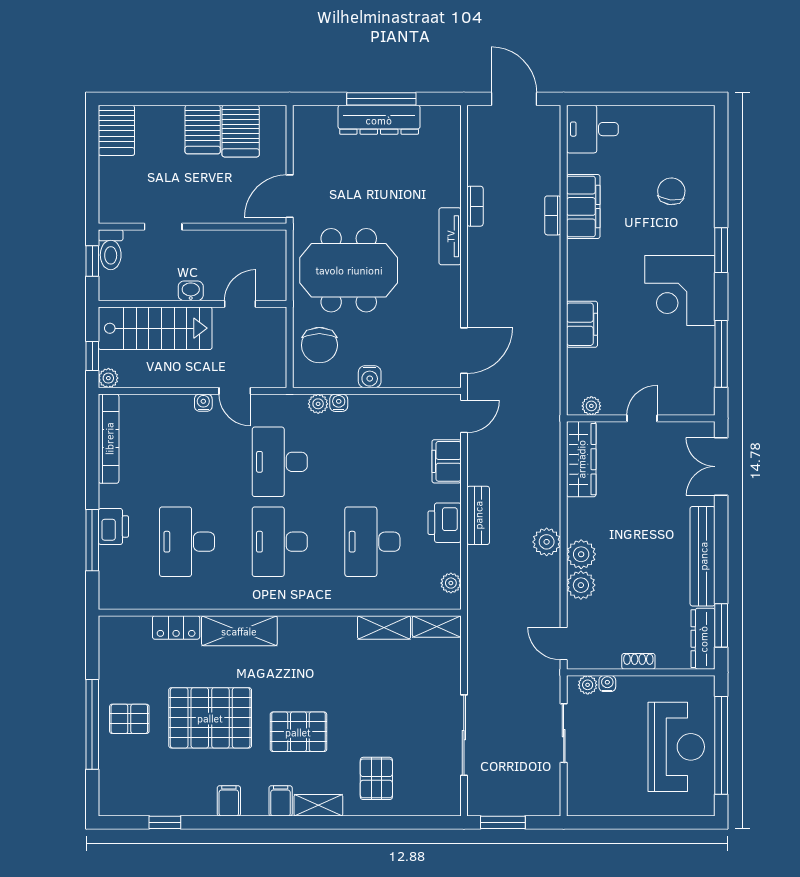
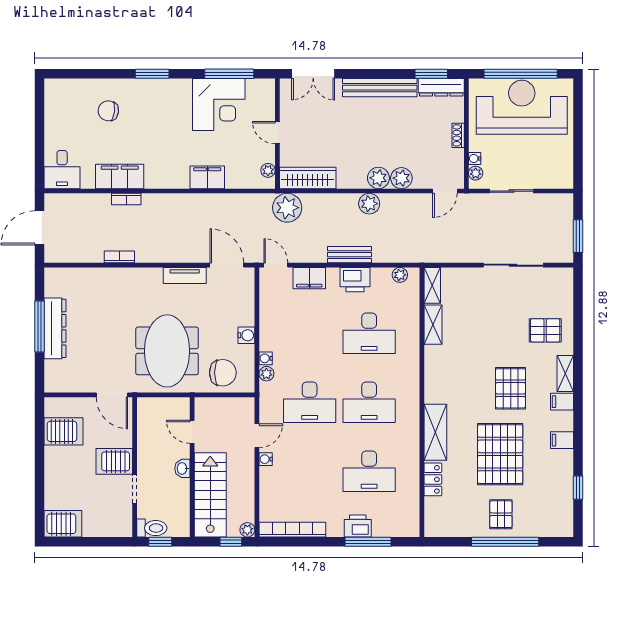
server rack: (203, 130) -> (114, 461), moved, turned 180
tv unit: (450, 236) -> (185, 276), moved
corner desk: (680, 290) -> (219, 104), moved
plant: (541, 432) -> (287, 208), added
reception desk: (676, 747) -> (522, 107), width x1.36, depth x1.30

